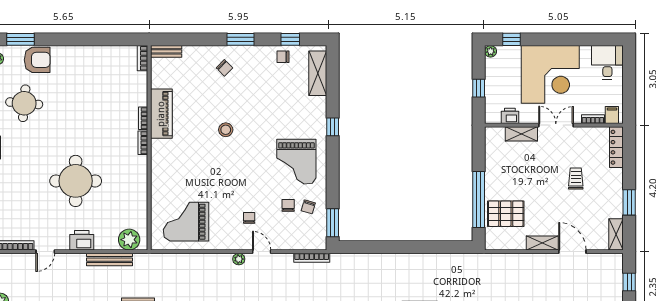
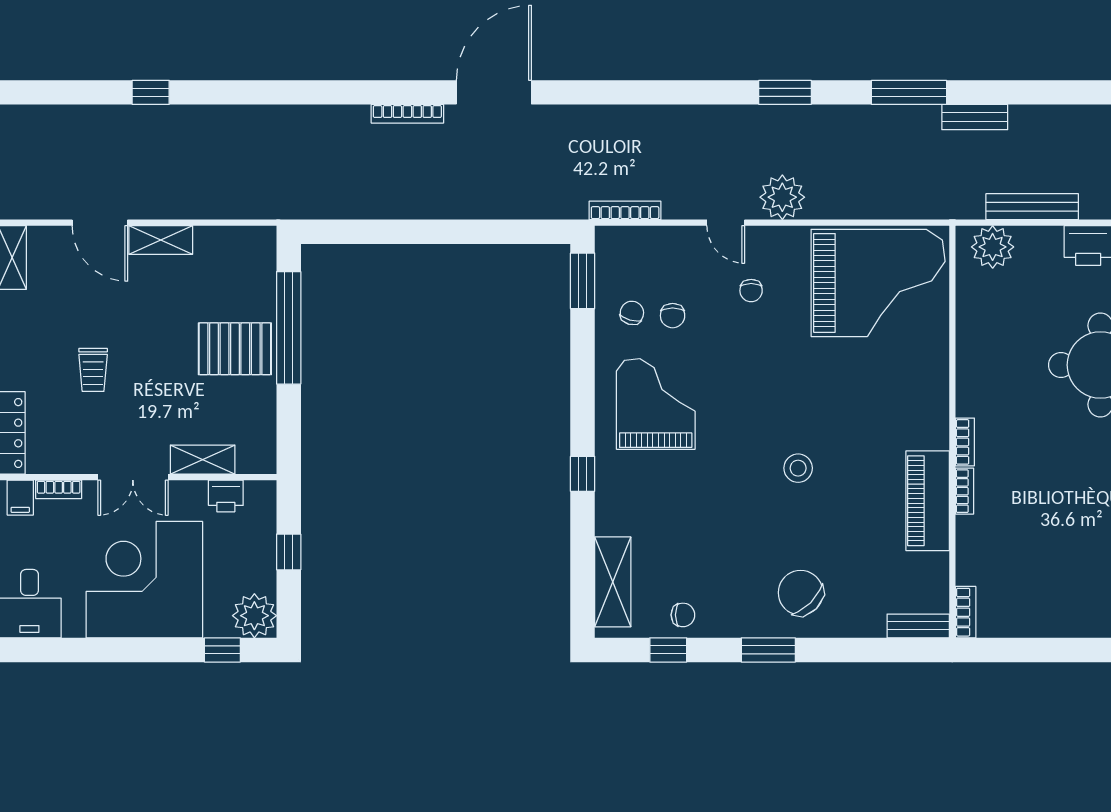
plant: (491, 51) -> (254, 616), width x1.87, depth x1.87
chair: (224, 68) -> (801, 593), width x1.87, depth x1.87
pallet: (506, 214) -> (235, 349), moved
grand piano: (186, 222) -> (878, 283), width x1.37, depth x1.48
plant: (239, 259) -> (782, 197), width x1.87, depth x1.87

